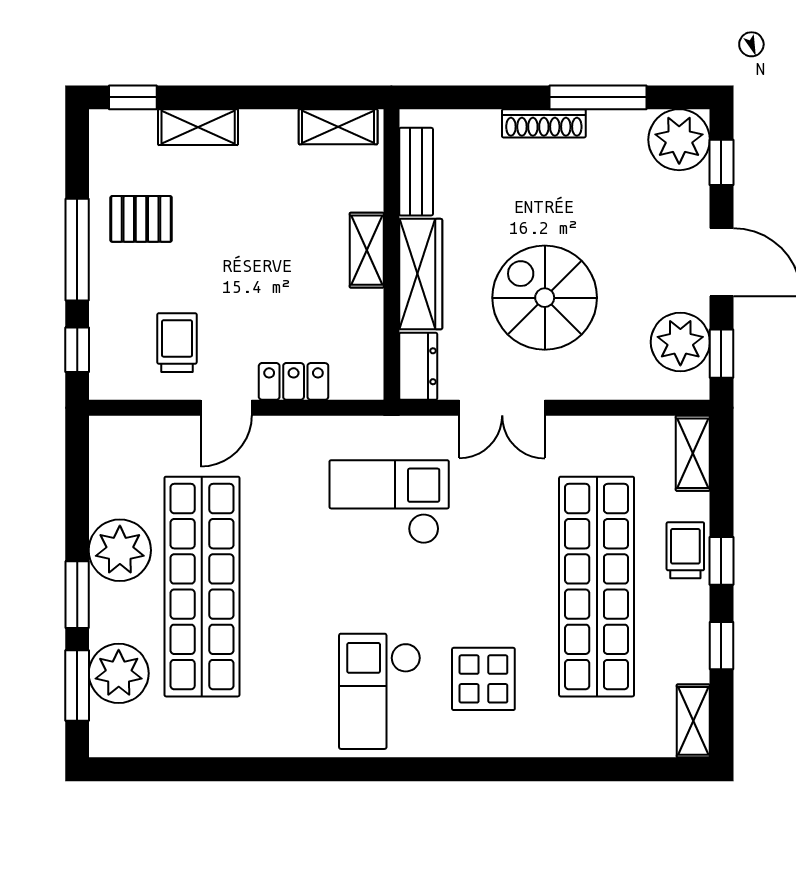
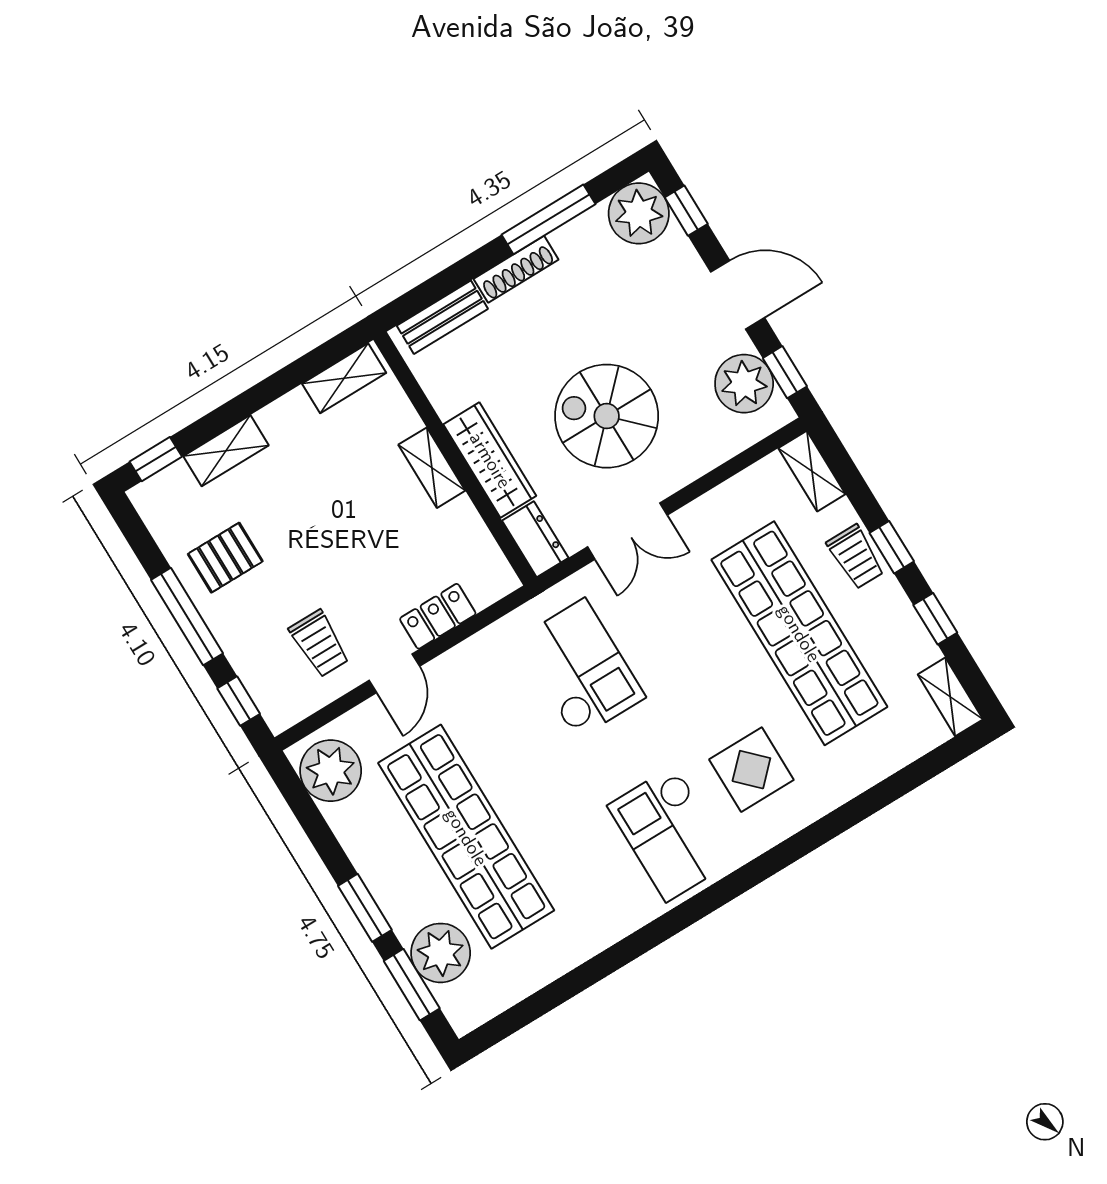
bench: (416, 172) -> (442, 317), moved, turned 90
trolley: (177, 343) -> (319, 644), turned 180
checkout: (389, 502) -> (581, 669), turned 90
plant: (120, 550) -> (331, 771), moved
trolley: (685, 550) -> (856, 557), turned 180

